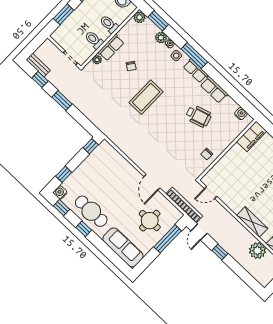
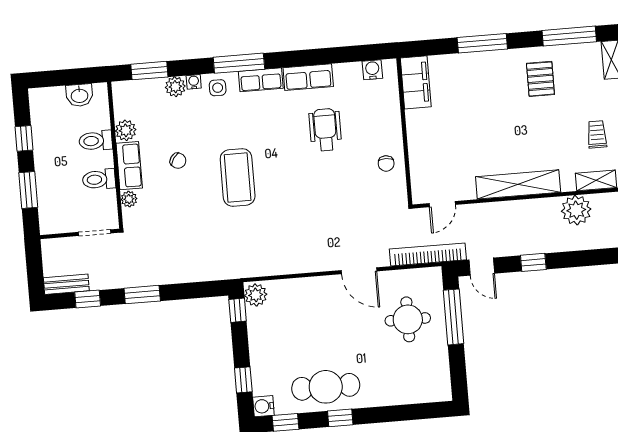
plant: (140, 17) -> (126, 130), moved
wheelchair: (198, 116) -> (325, 130), turned -73
plant: (104, 148) -> (256, 295), added
shelving: (252, 222) -> (518, 184), width x1.47
sofa: (123, 247) -> (412, 387), removed

